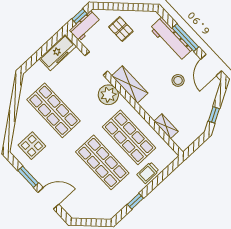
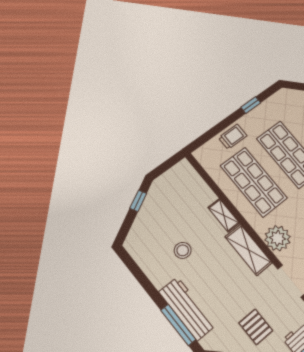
window: (185, 37) -> (178, 325), moved
door: (211, 65) -> (134, 268), removed
shelving: (166, 126) -> (224, 215), moved

